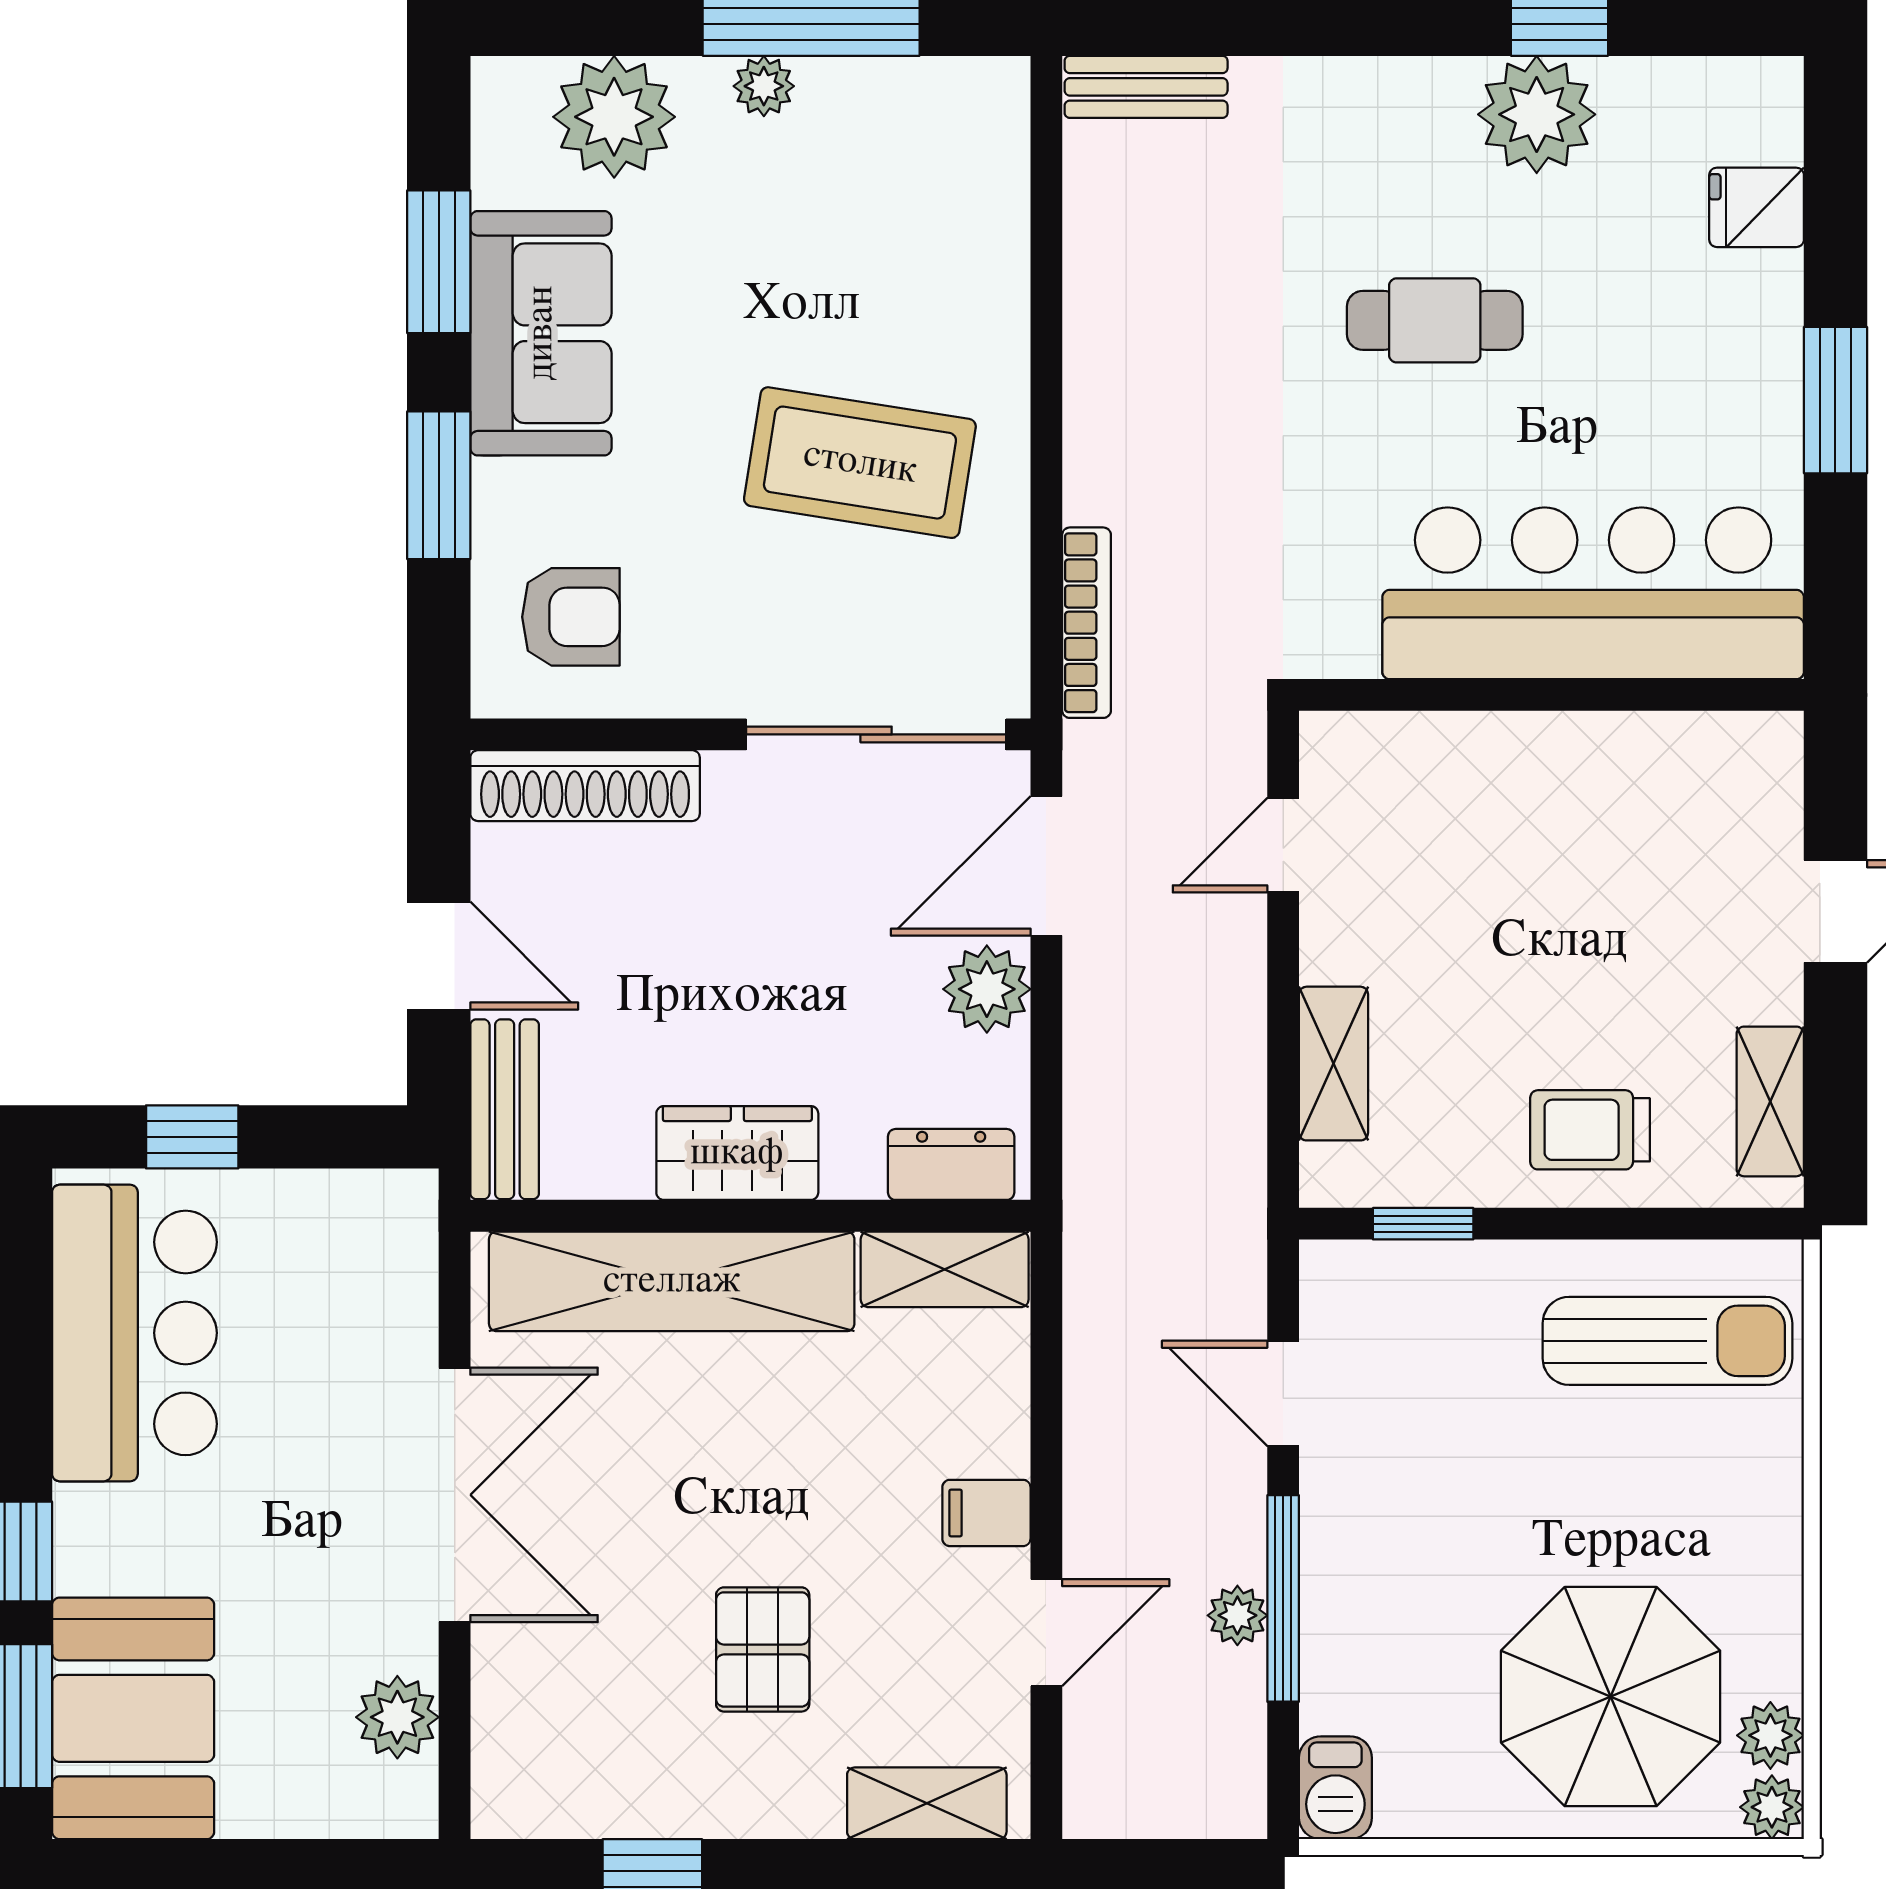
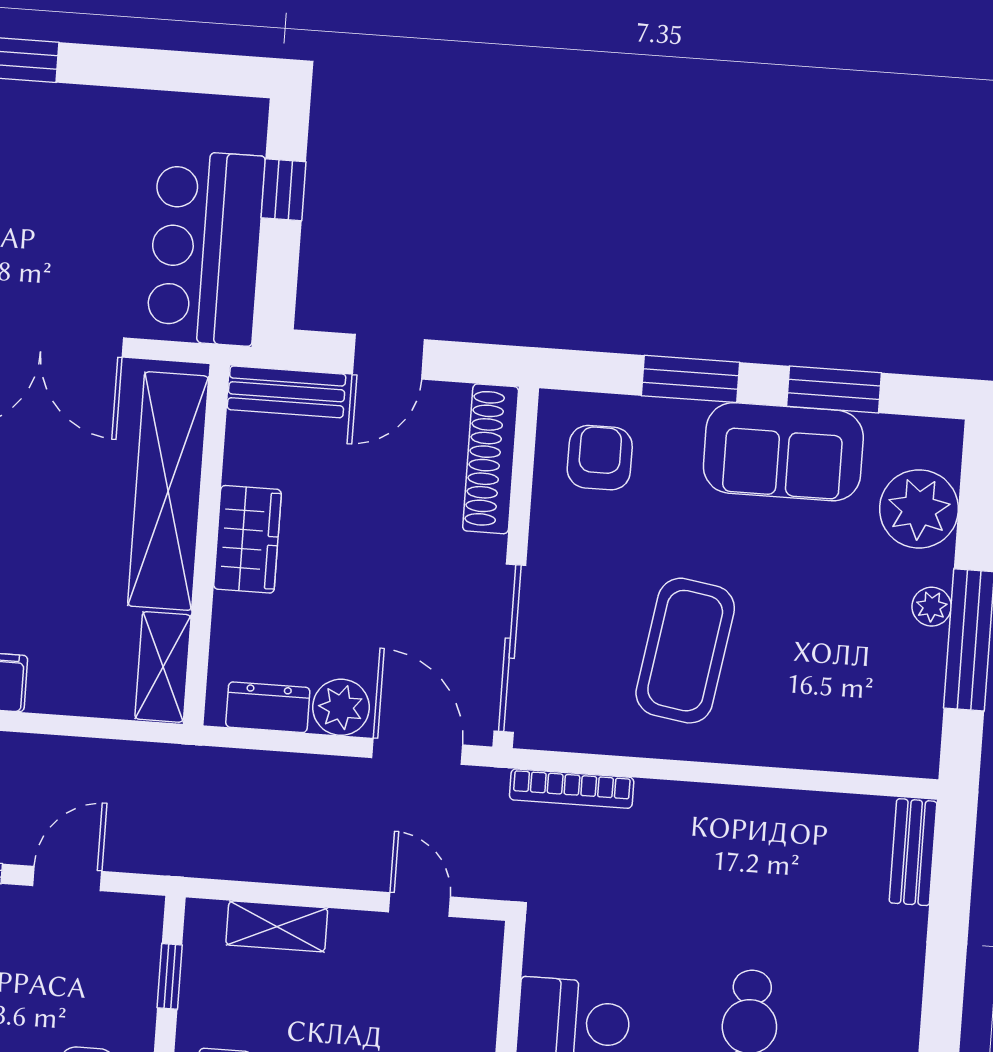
armchair: (571, 617) -> (600, 458), turned 180
dresser: (951, 1164) -> (268, 707), moved, turned -90
bar counter: (134, 1333) -> (206, 248), moved, turned 90

